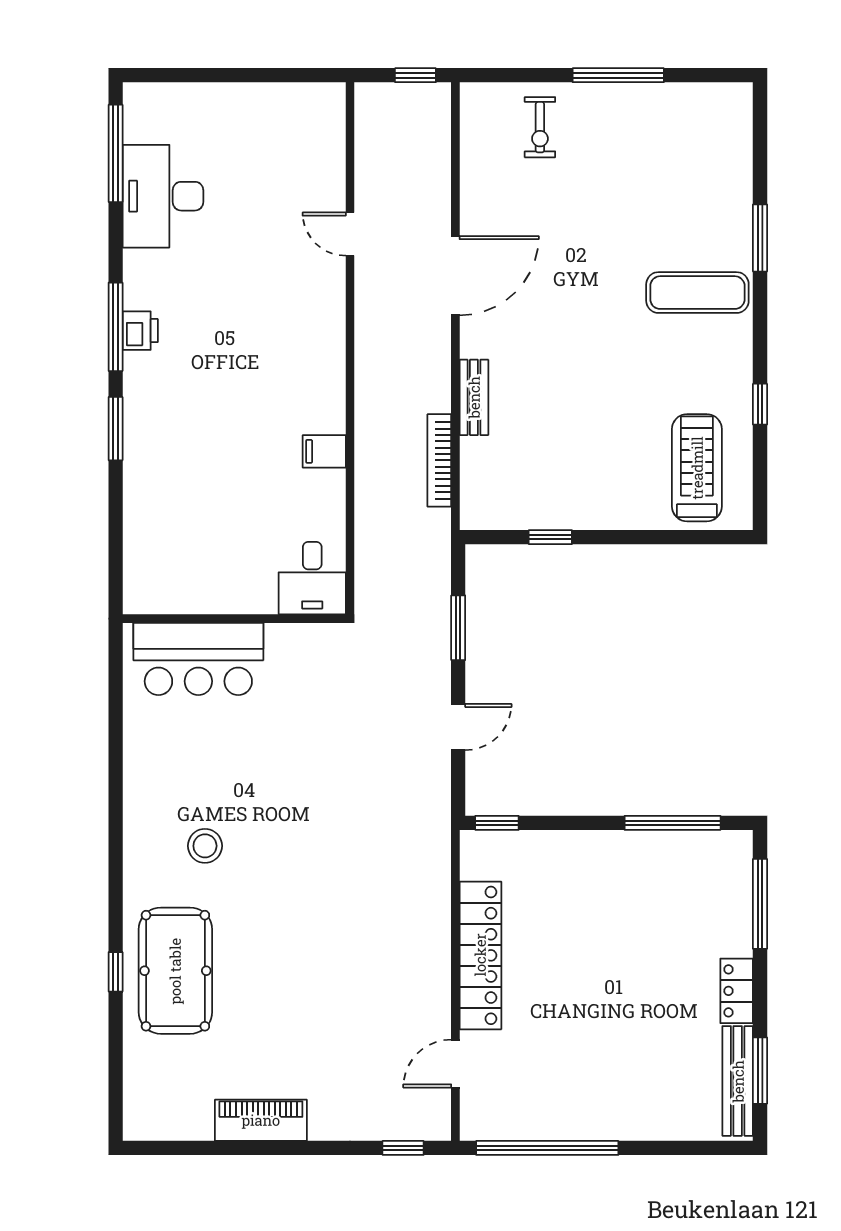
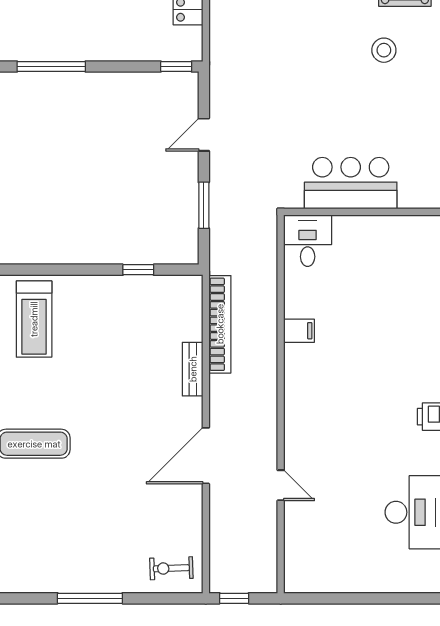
exercise bike: (540, 127) -> (171, 568), moved, turned -92
bookcase: (439, 460) -> (220, 324), width x1.48, depth x1.31
bar counter: (198, 659) -> (351, 183), moved

